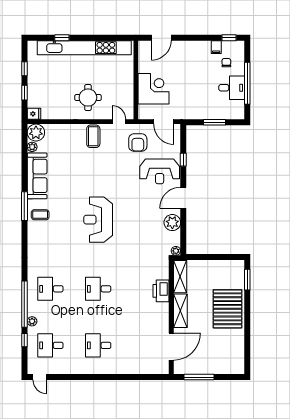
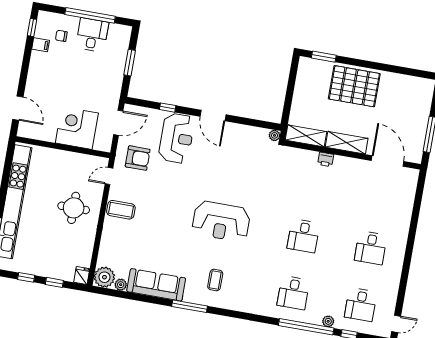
coffee table: (40, 215) -> (215, 280), moved
plant: (172, 223) -> (240, 134), removed
printer: (161, 291) -> (326, 159), width x0.53, depth x0.68

